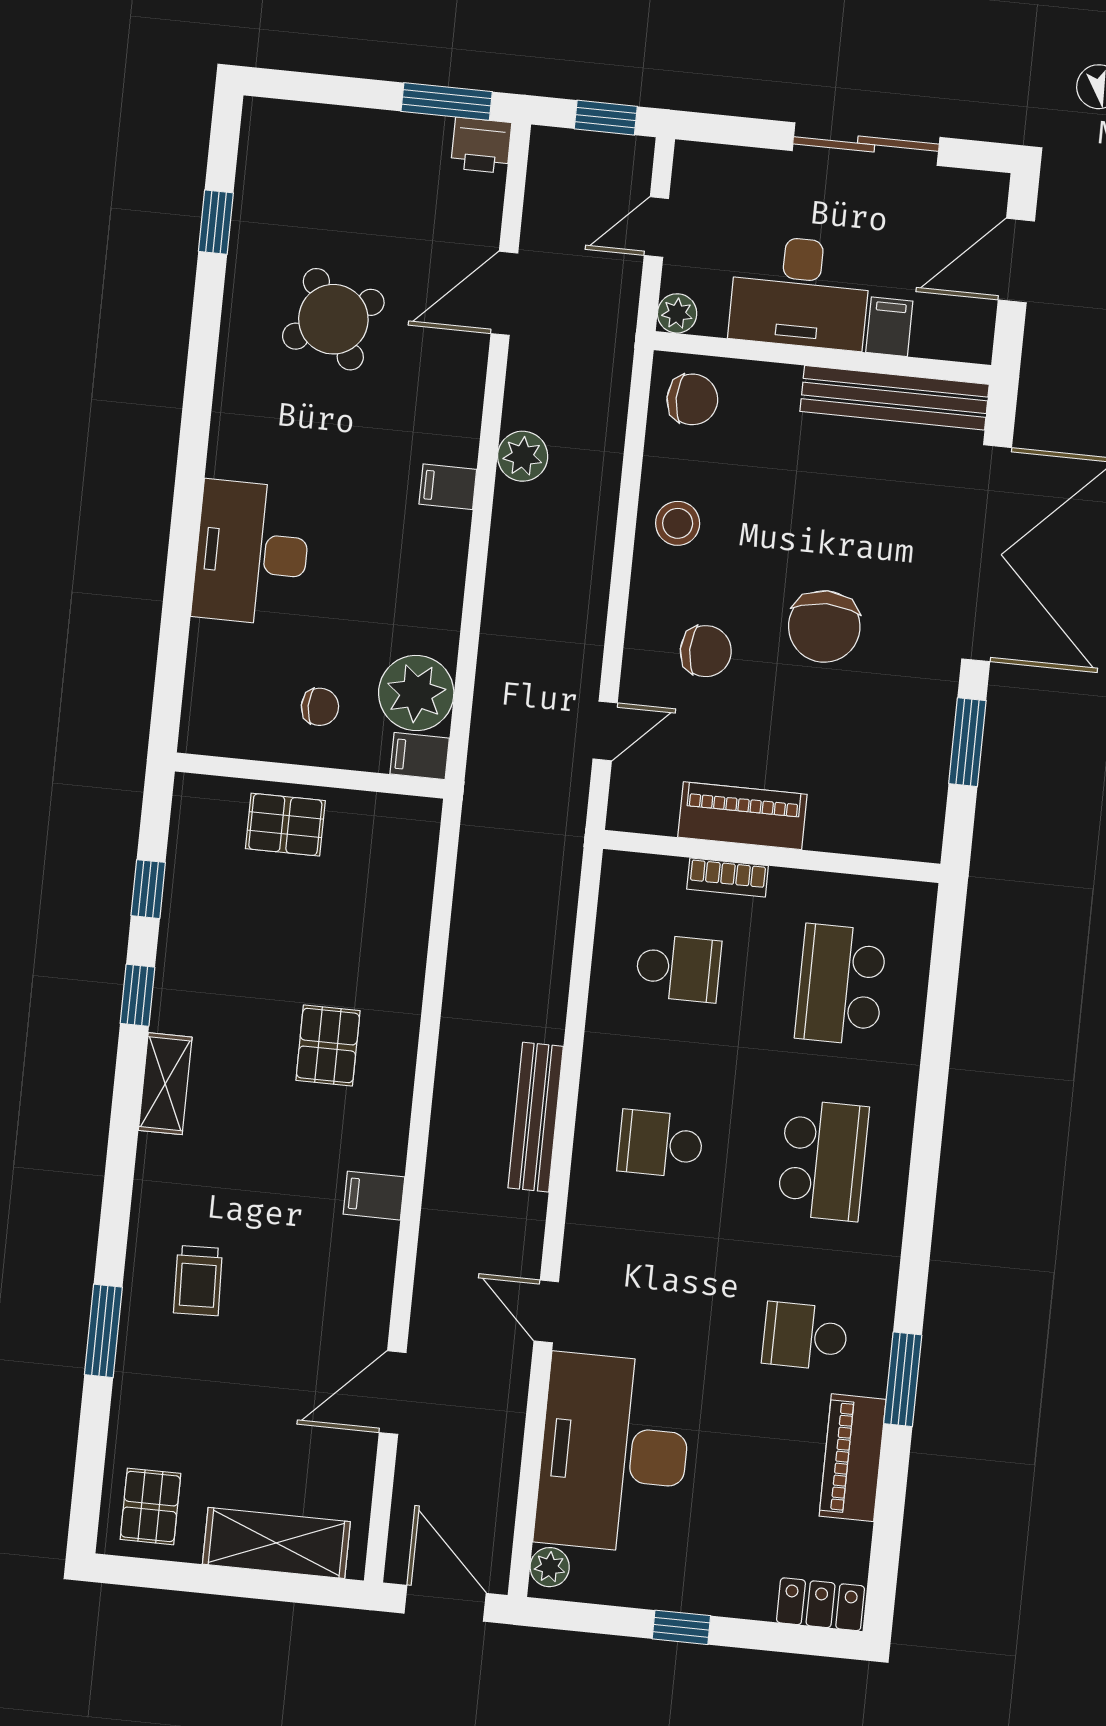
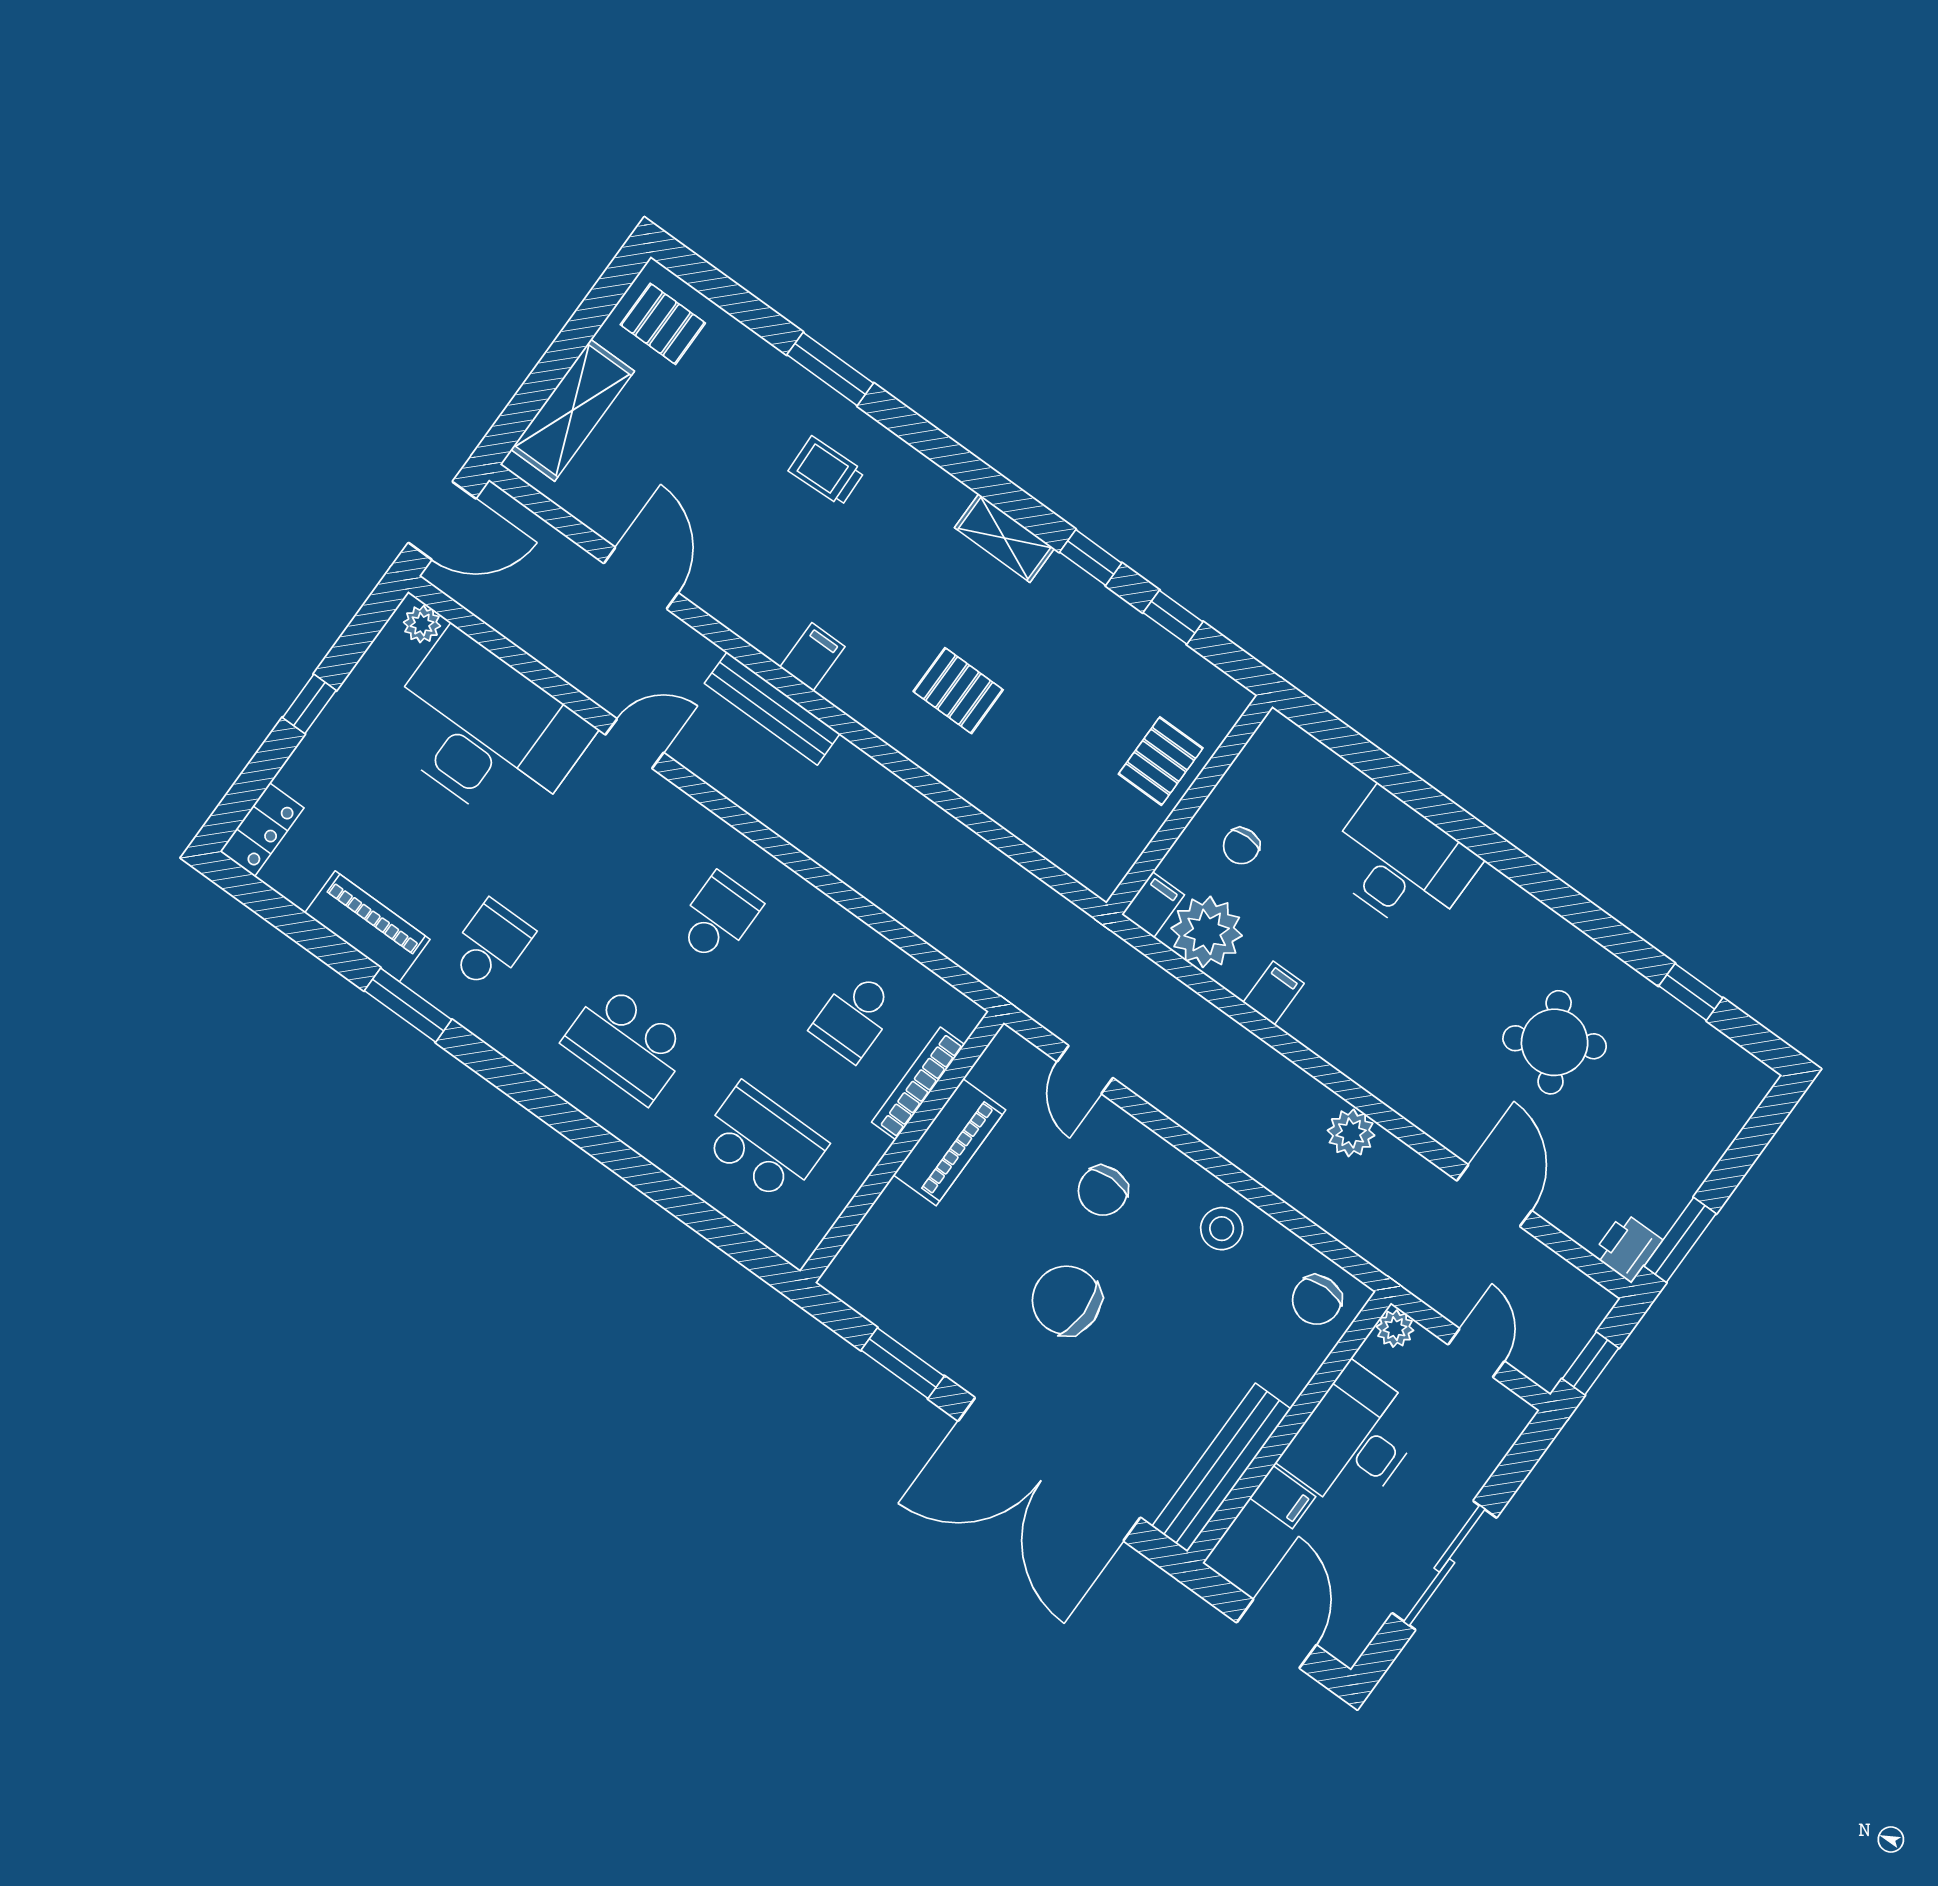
filing cabinet: (448, 487) -> (1274, 993), moved
bookcase: (728, 877) -> (918, 1083), width x1.56
bench: (536, 1117) -> (772, 709), moved

